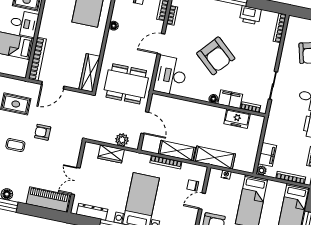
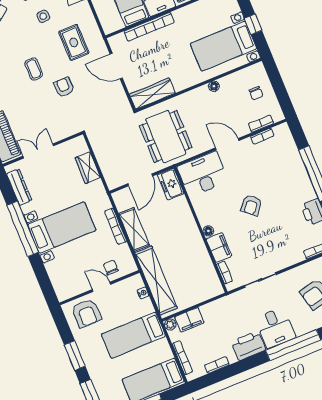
armchair: (216, 56) -> (251, 205), width x0.53, depth x0.53
bookcase: (37, 59) -> (149, 27), moved
freezer: (237, 119) -> (171, 184), moved
plant: (122, 140) -> (109, 169), removed
shelving: (215, 158) -> (156, 280), width x1.47

